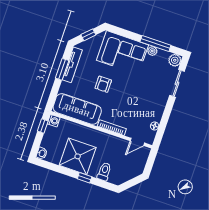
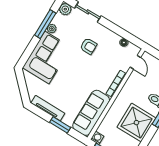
window: (88, 35) -> (23, 86), removed
window: (62, 69) -> (60, 125), moved
armchair: (103, 84) -> (88, 46), moved

